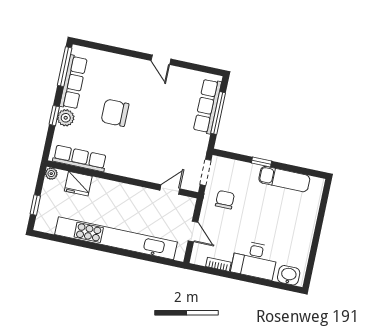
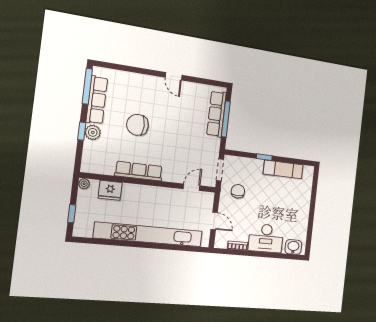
row of seats: (80, 158) -> (139, 171), moved

